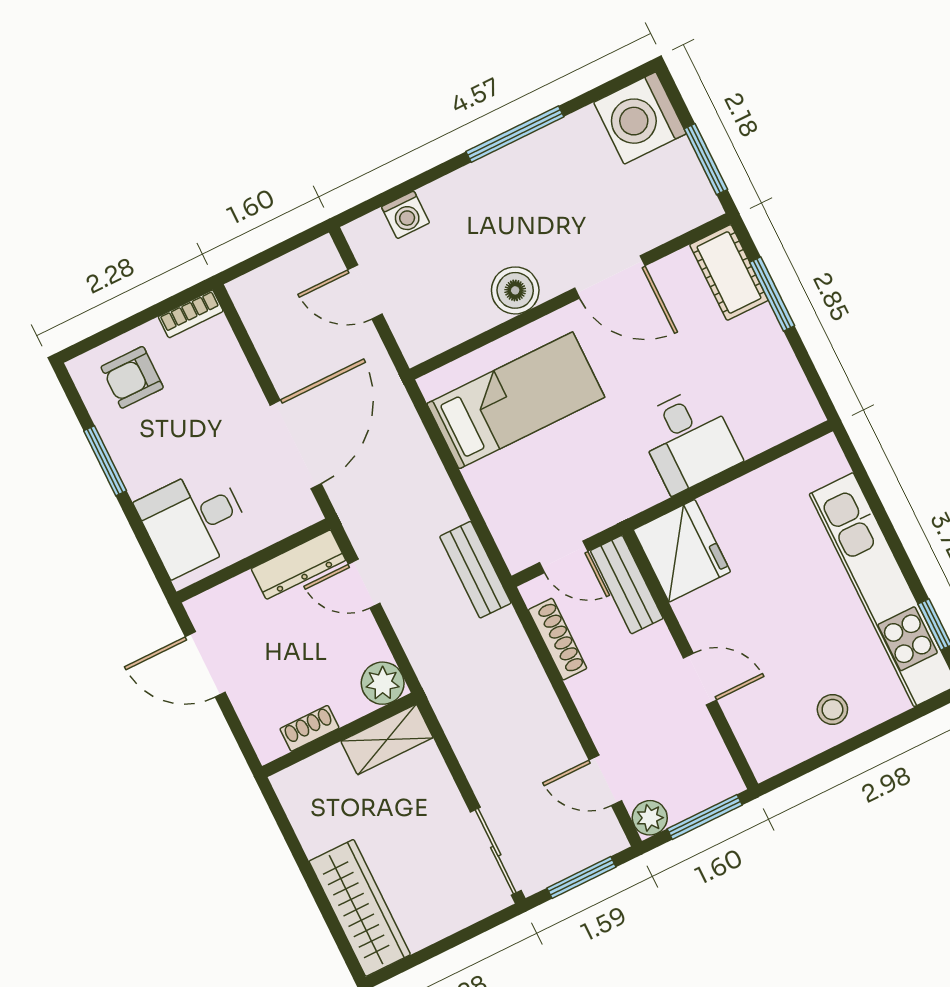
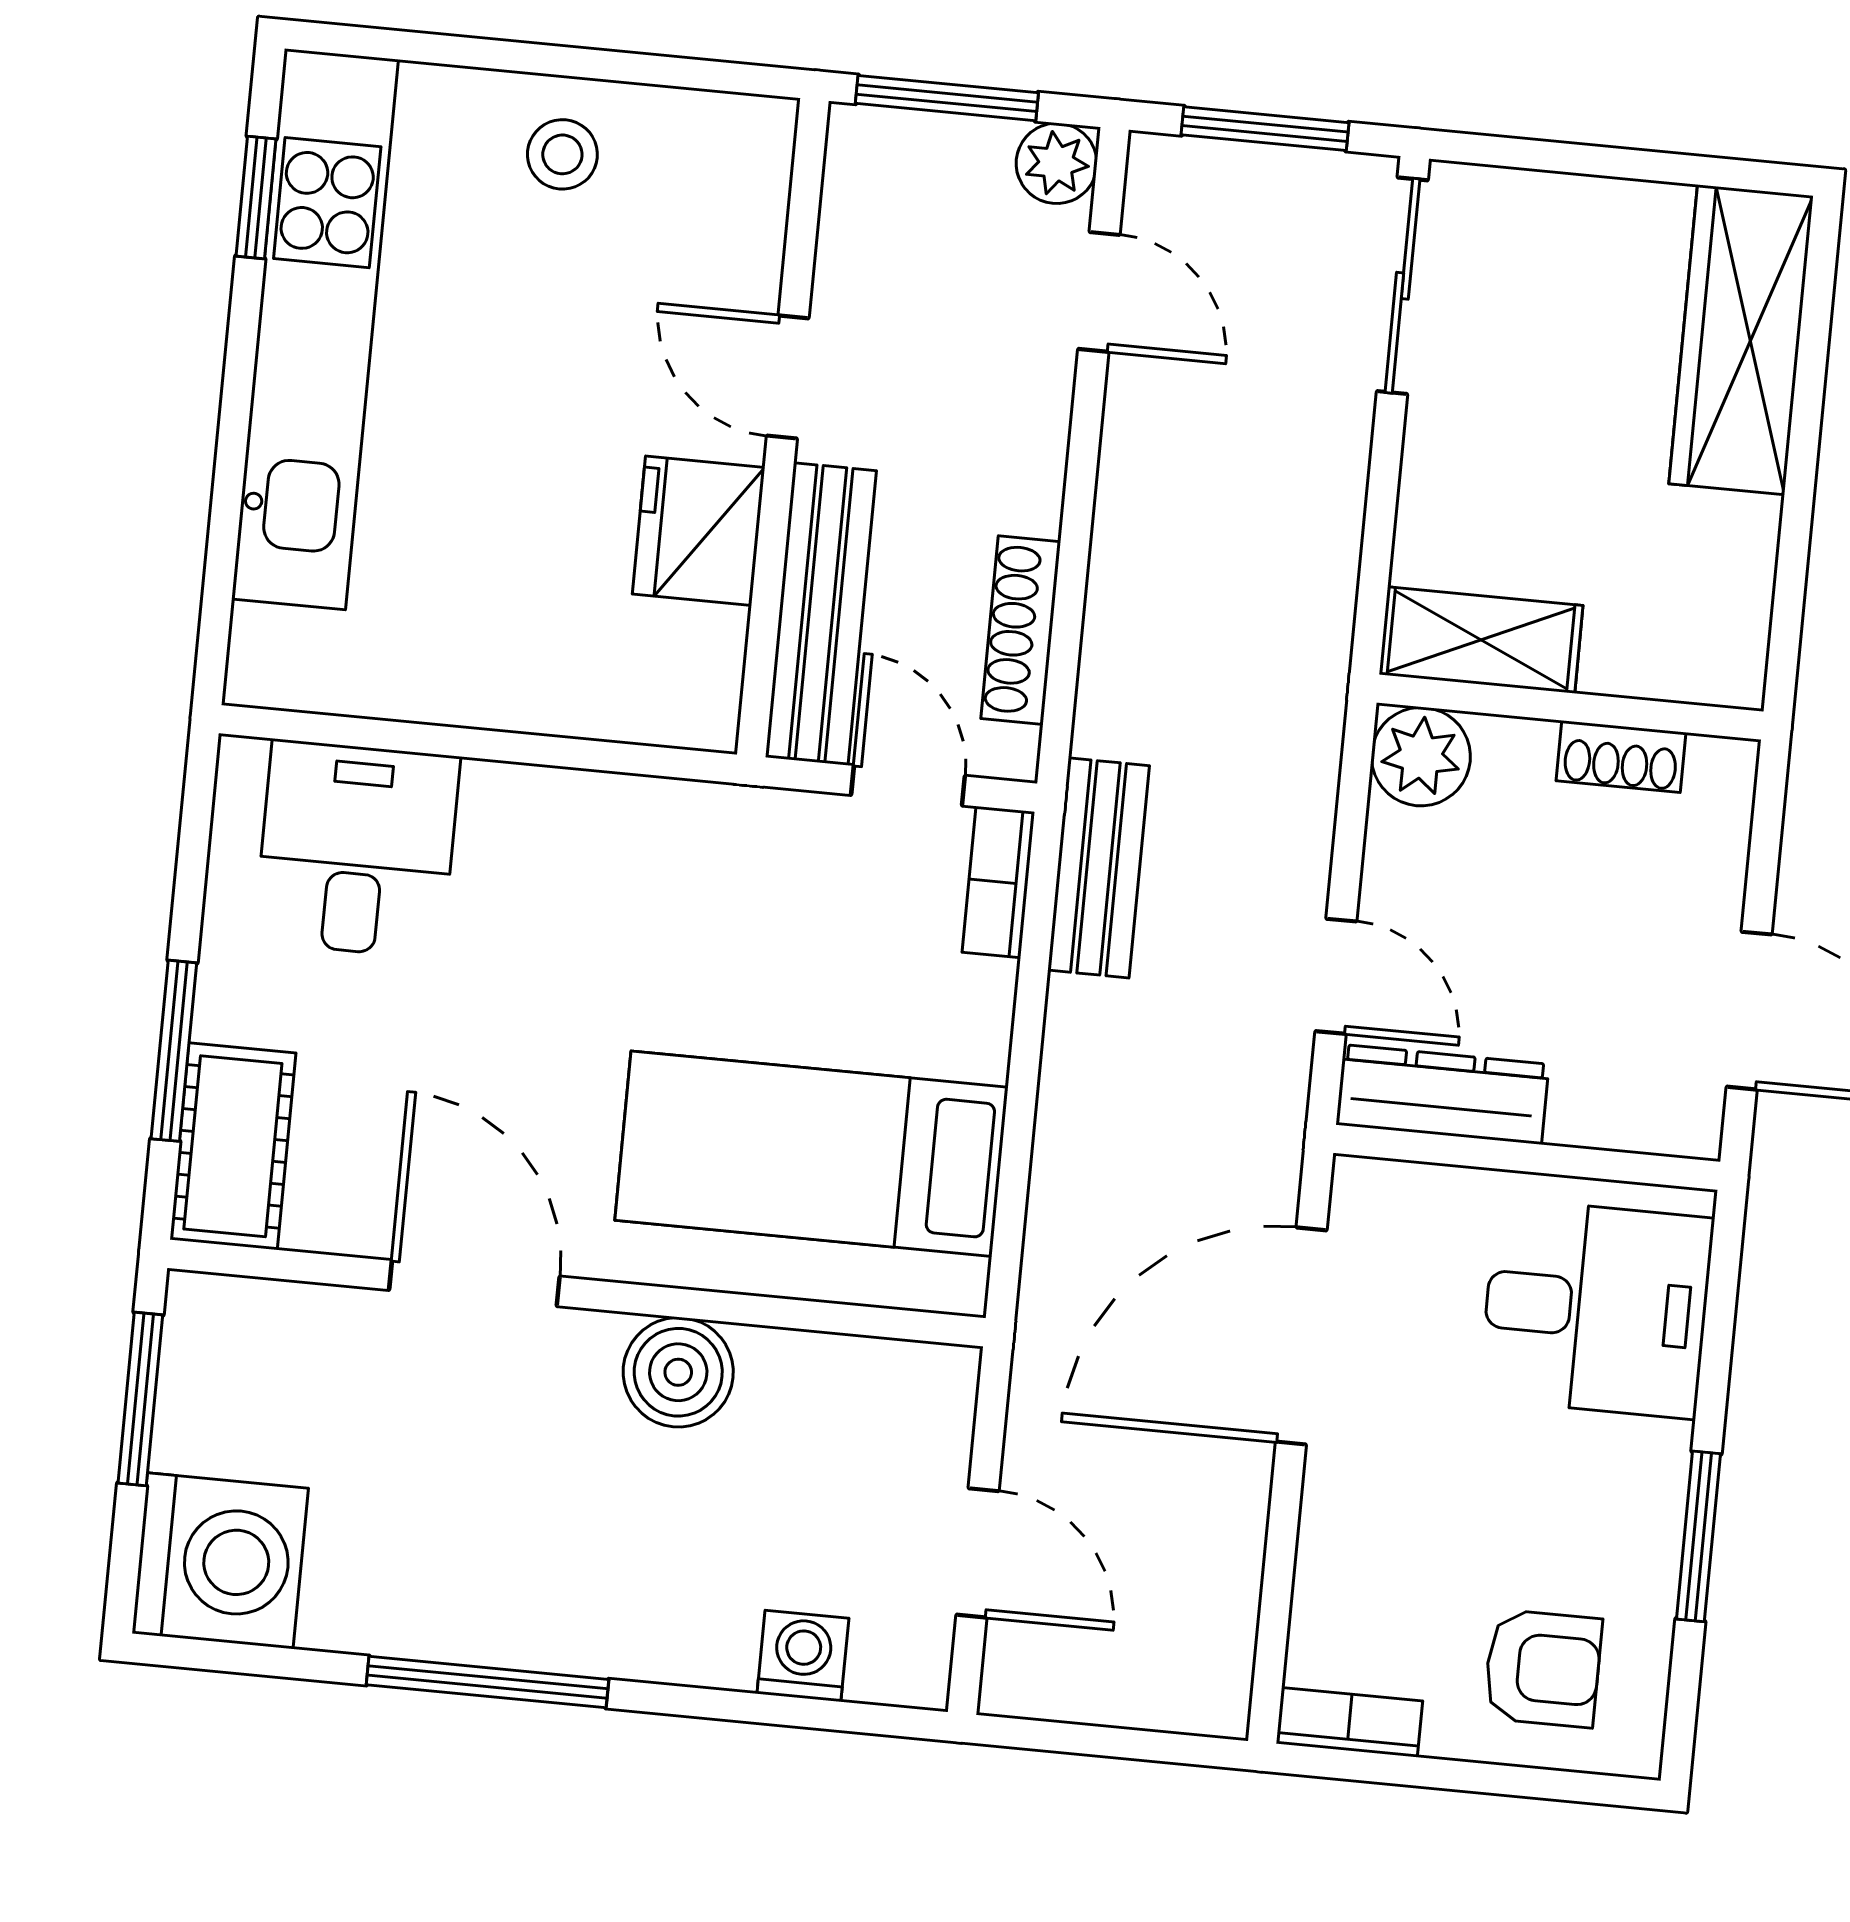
desk: (688, 440) -> (357, 849), moved
bookcase: (509, 542) -> (998, 882), added
fridge: (682, 551) -> (699, 531), moved, width x0.73, depth x0.75
bench: (627, 585) -> (821, 614), width x1.36

